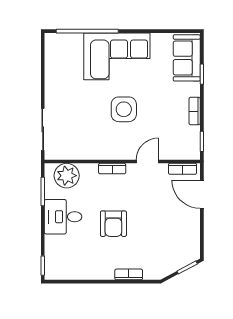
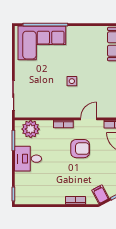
corner sofa: (117, 56) -> (42, 43), moved
side table: (124, 109) -> (72, 81), width x0.54, depth x0.54
armchair: (113, 224) -> (80, 149), moved, turned -90
filing cabinet: (163, 266) -> (100, 194), added

